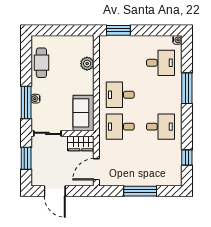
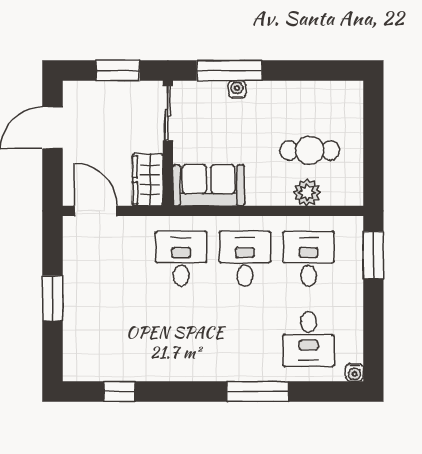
cafe table: (41, 63) -> (310, 150), moved
desk: (160, 127) -> (309, 259), moved, turned 180
window: (140, 191) -> (52, 298), width x0.69

